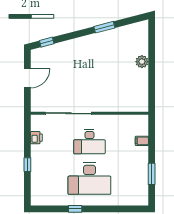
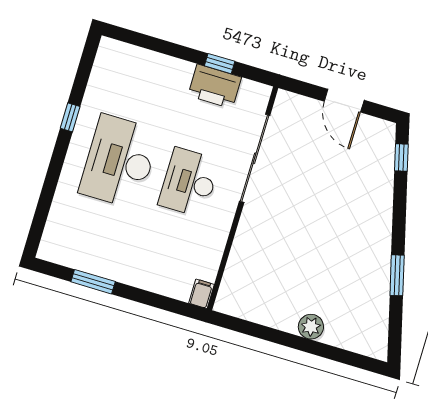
printer: (36, 138) -> (215, 86), width x1.87, depth x1.48
filing cabinet: (142, 141) -> (201, 294), moved
window: (27, 165) -> (220, 64), moved

